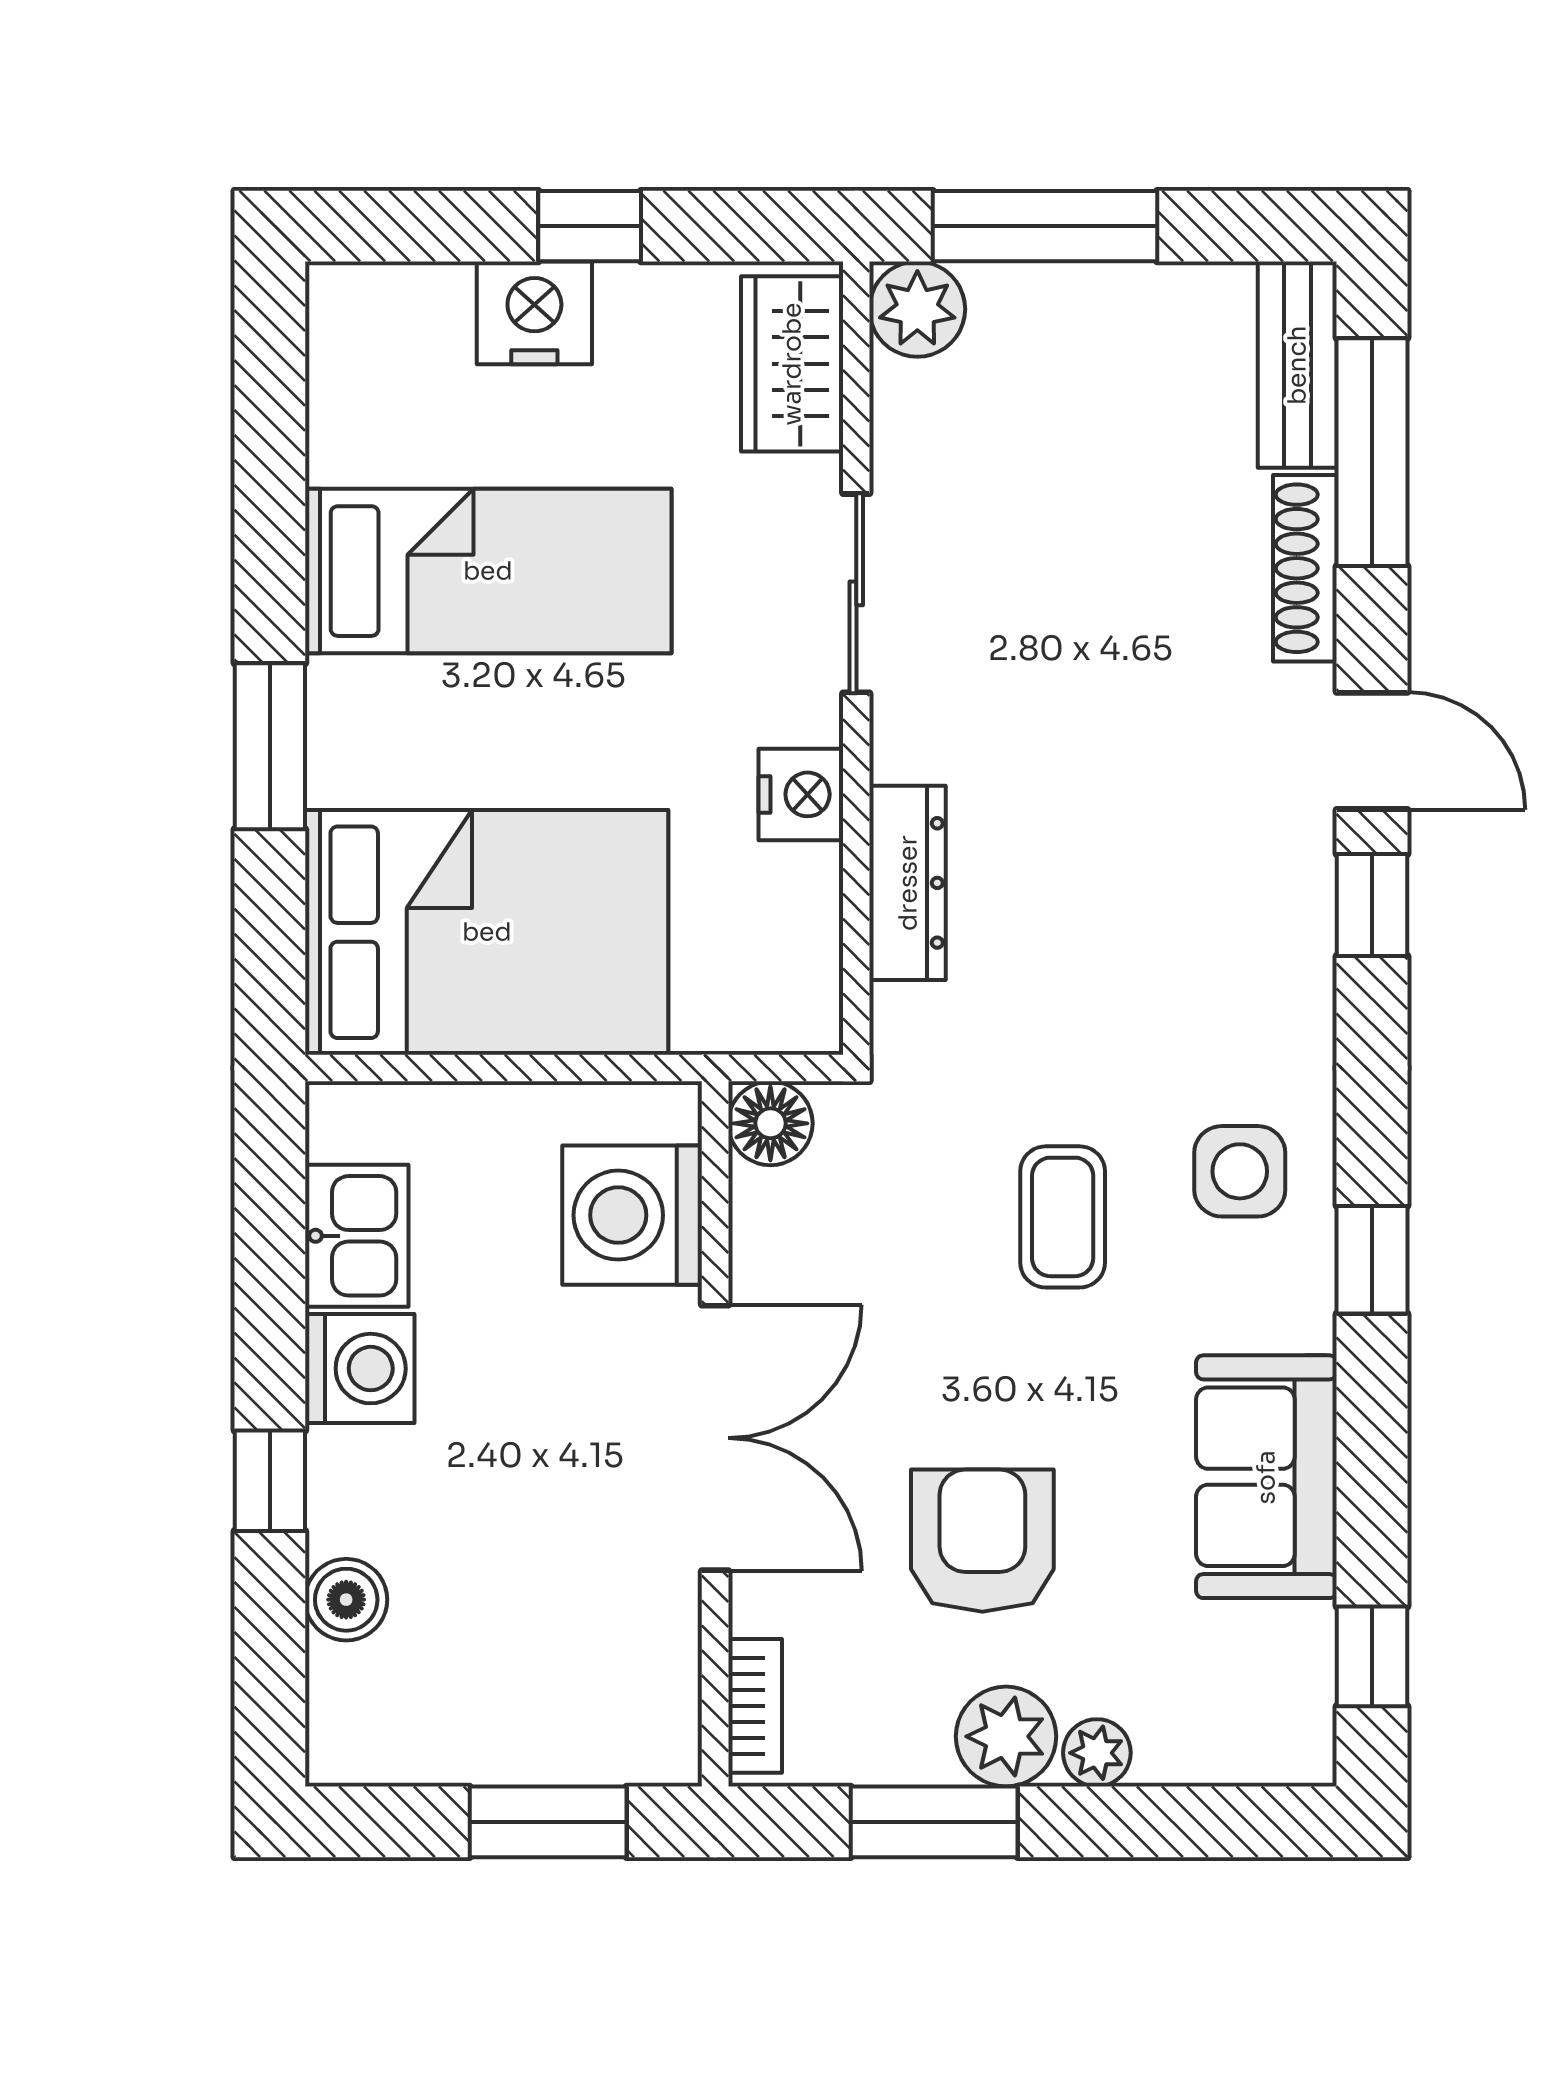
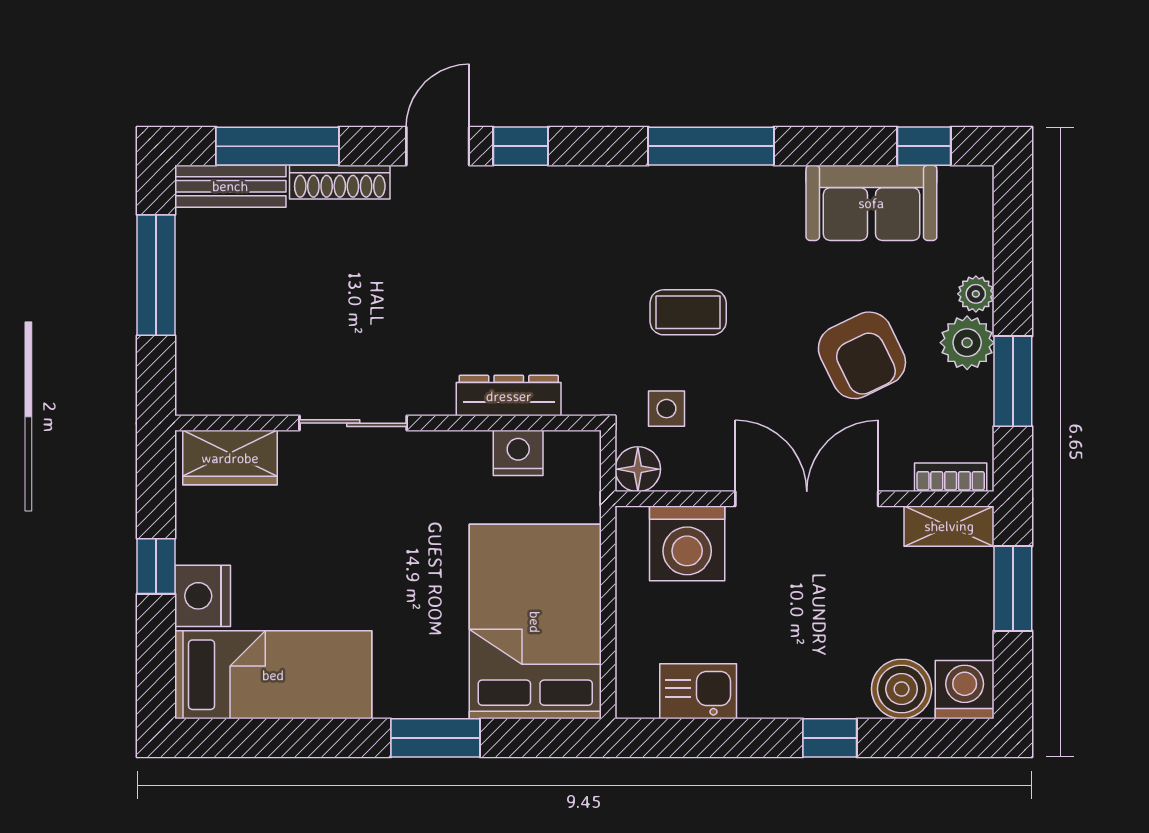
window: (1045, 226) -> (156, 275), moved
plant: (917, 309) -> (201, 390), removed
bed: (488, 571) -> (273, 675), moved, turned 90
nightstand: (801, 794) -> (518, 453), moved
side table: (1240, 1171) -> (666, 409), moved, width x0.73, depth x0.73
window: (1372, 1260) -> (711, 146), width x2.17
washing machine: (360, 1369) -> (965, 690), moved
sofa: (1266, 1477) -> (871, 203), moved
armchair: (982, 1541) -> (862, 355), turned -116
boiler: (346, 1600) -> (902, 689), width x1.36, depth x1.36
shelving: (664, 1703) -> (949, 526), added

